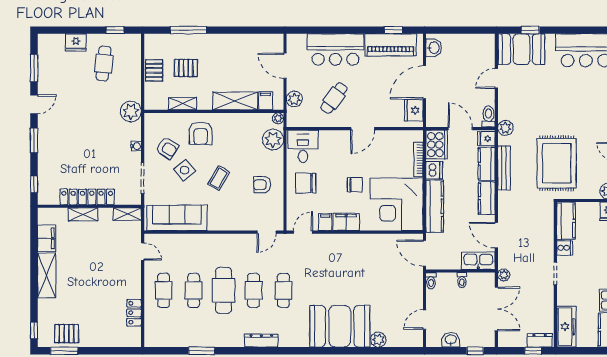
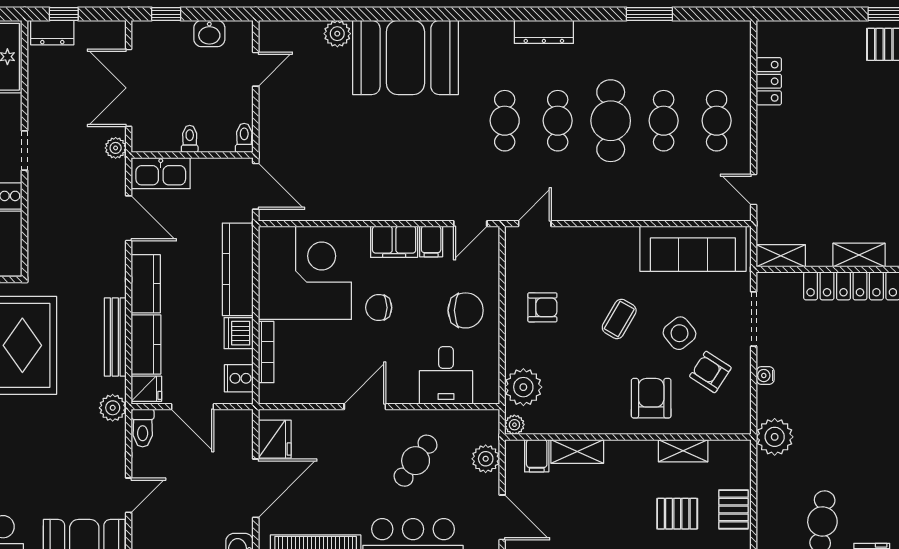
shelving: (235, 101) -> (577, 451), width x0.67, depth x0.75
cooker: (437, 145) -> (239, 378), width x0.53, depth x0.76
desk: (303, 146) -> (446, 375), moved

